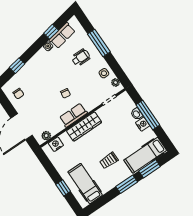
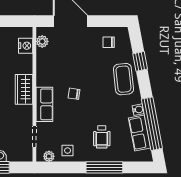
window: (51, 32) -> (152, 124), width x3.17
coffee table: (35, 69) -> (123, 79), added
row of seats: (73, 115) -> (44, 104), moved
wardrobe: (84, 127) -> (24, 89), width x0.67

